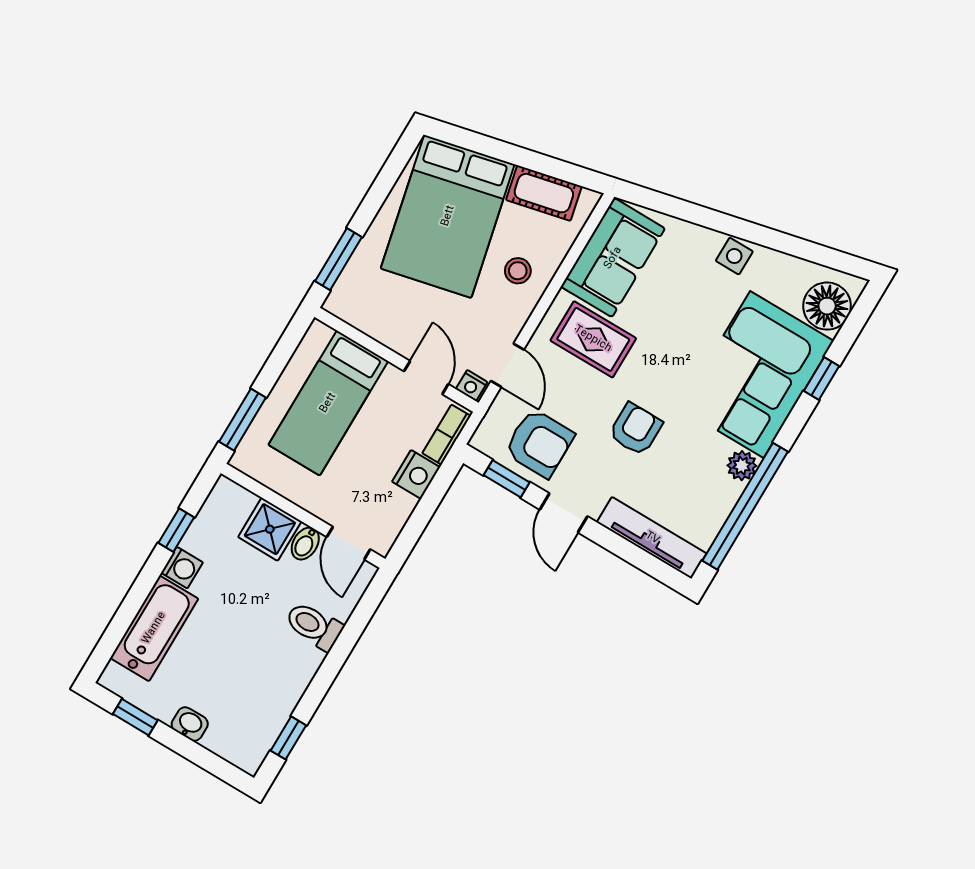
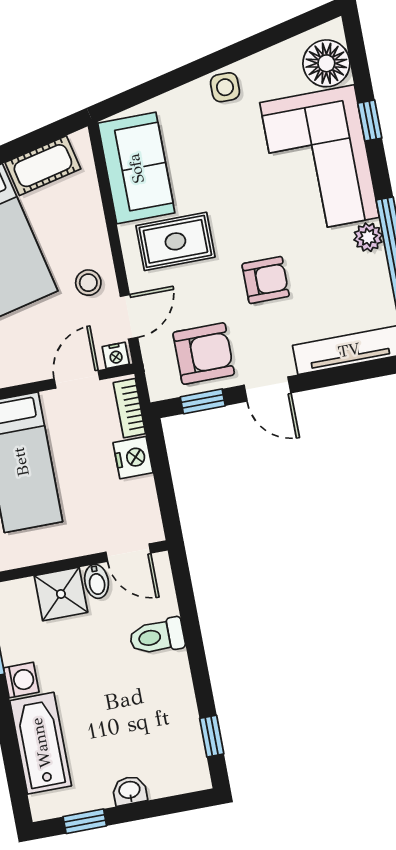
stool: (518, 271) -> (88, 283), moved
door: (507, 365) -> (129, 317), hinge flipped
door: (426, 378) -> (77, 379), hinge flipped
armchair: (636, 429) -> (266, 280), turned 90

